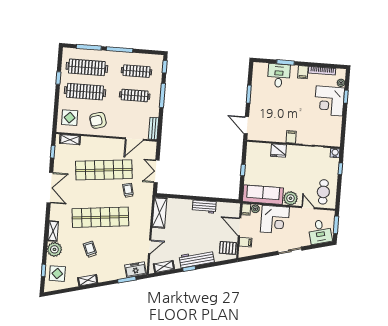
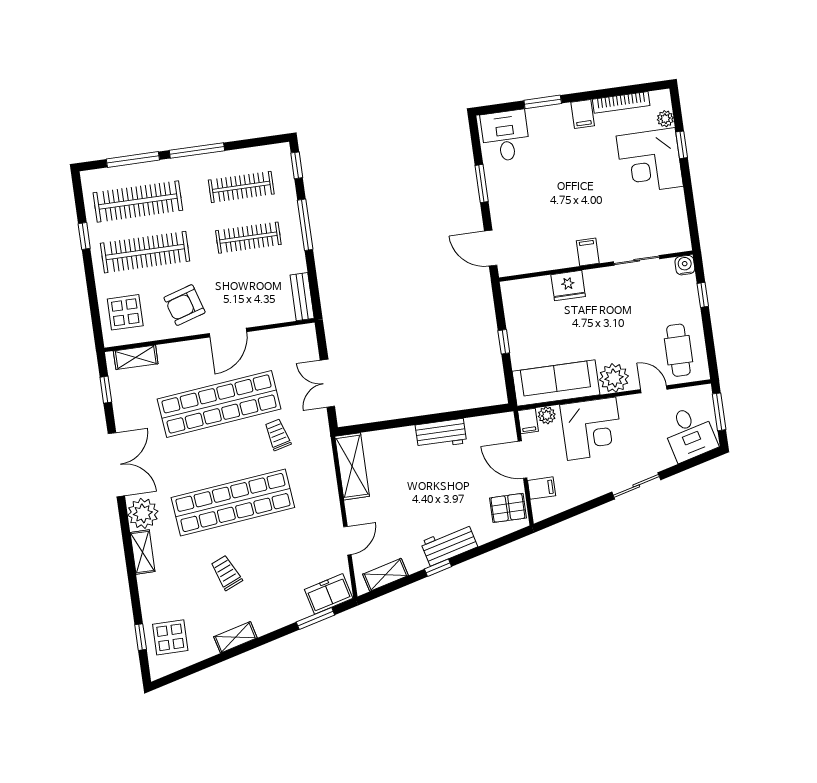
desk: (279, 76) -> (505, 136), moved
door: (134, 139) -> (228, 333), moved
plant: (54, 249) -> (143, 513), moved
workbench: (197, 259) -> (449, 544), width x0.73

